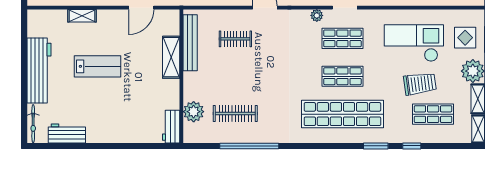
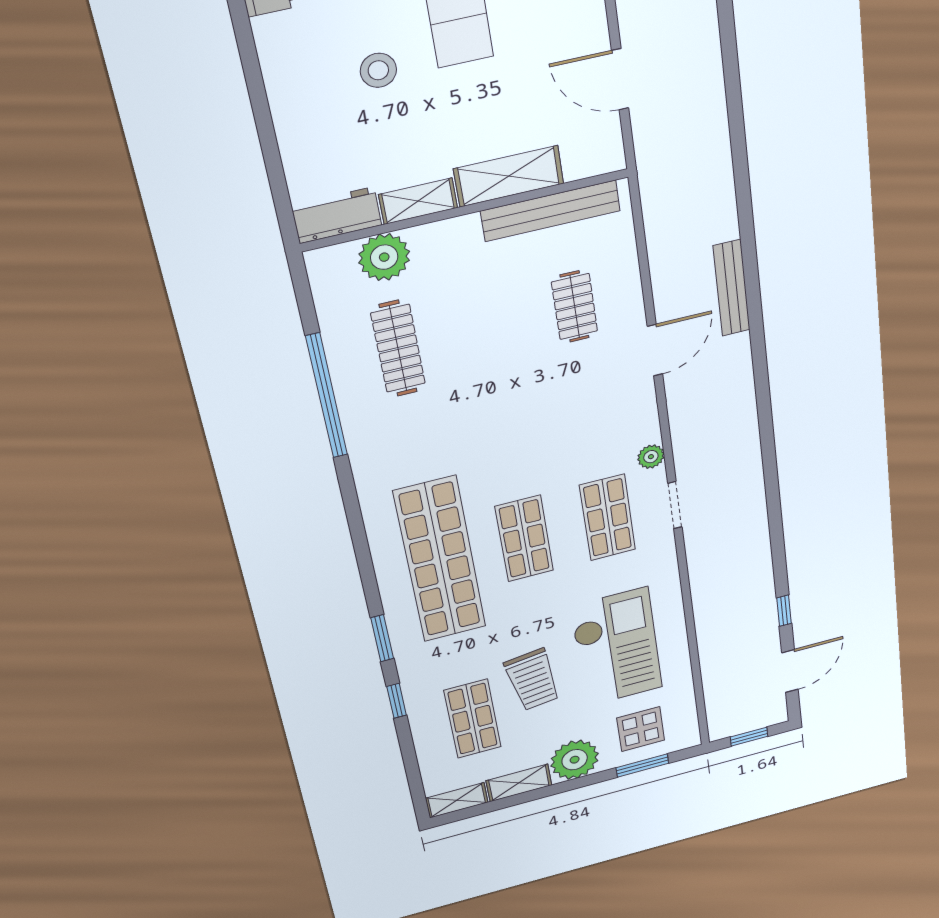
shelving: (173, 94) -> (418, 201), added
stool: (116, 100) -> (378, 70), added

